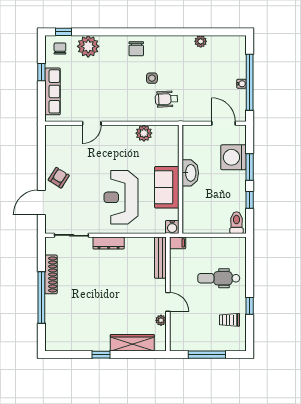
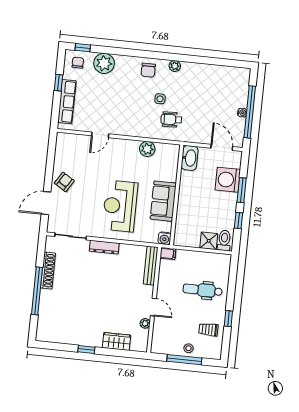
plant: (201, 41) -> (175, 66), moved
washbasin: (190, 173) -> (190, 158), moved
shower: (220, 225) -> (209, 241), added
stool: (210, 342) -> (189, 348), added
wardrobe: (132, 343) -> (117, 341), width x0.67

